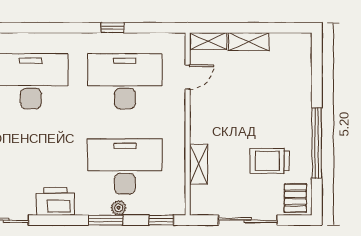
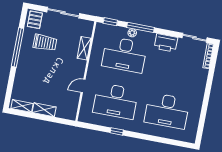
shelving: (208, 41) -> (22, 106), moved
door: (188, 77) -> (83, 86), moved
window: (106, 220) -> (140, 27), width x1.44

